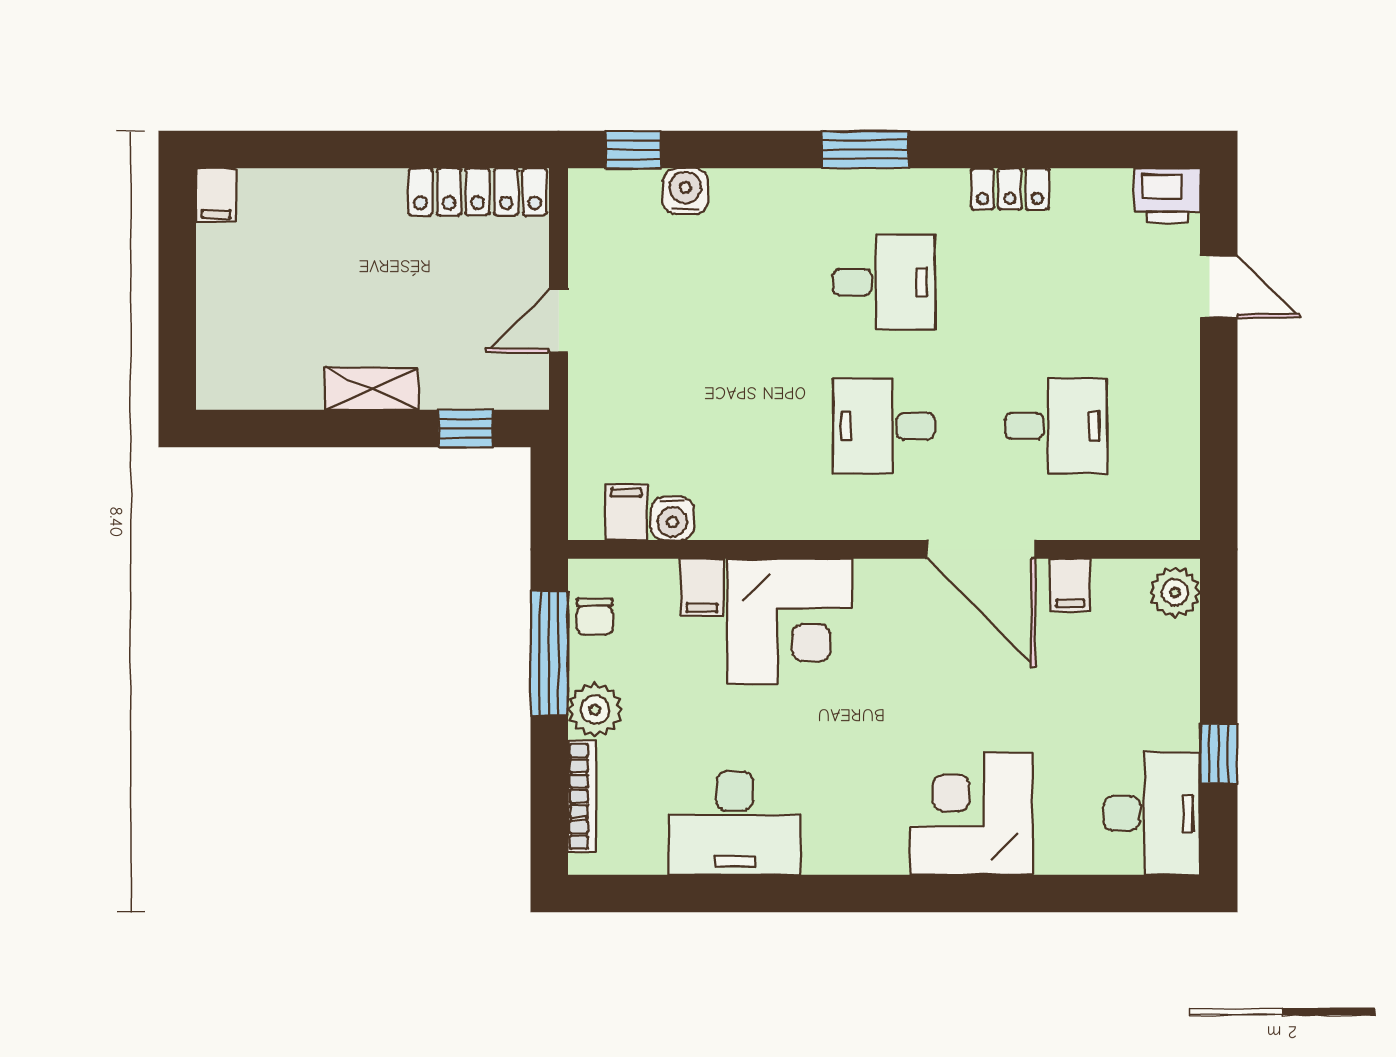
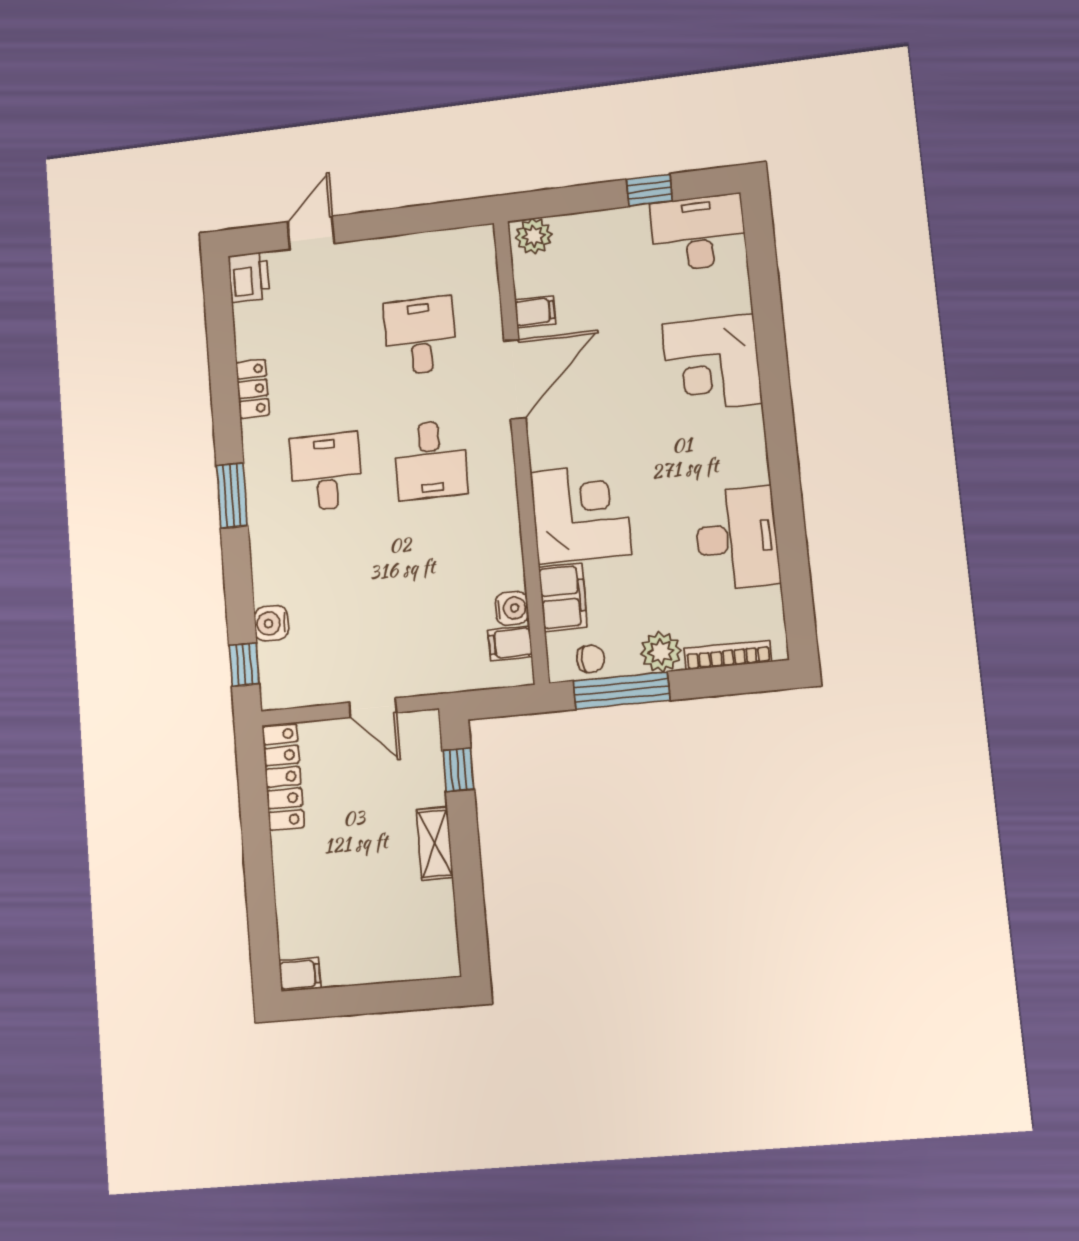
filing cabinet: (702, 588) -> (563, 597), width x2.00

